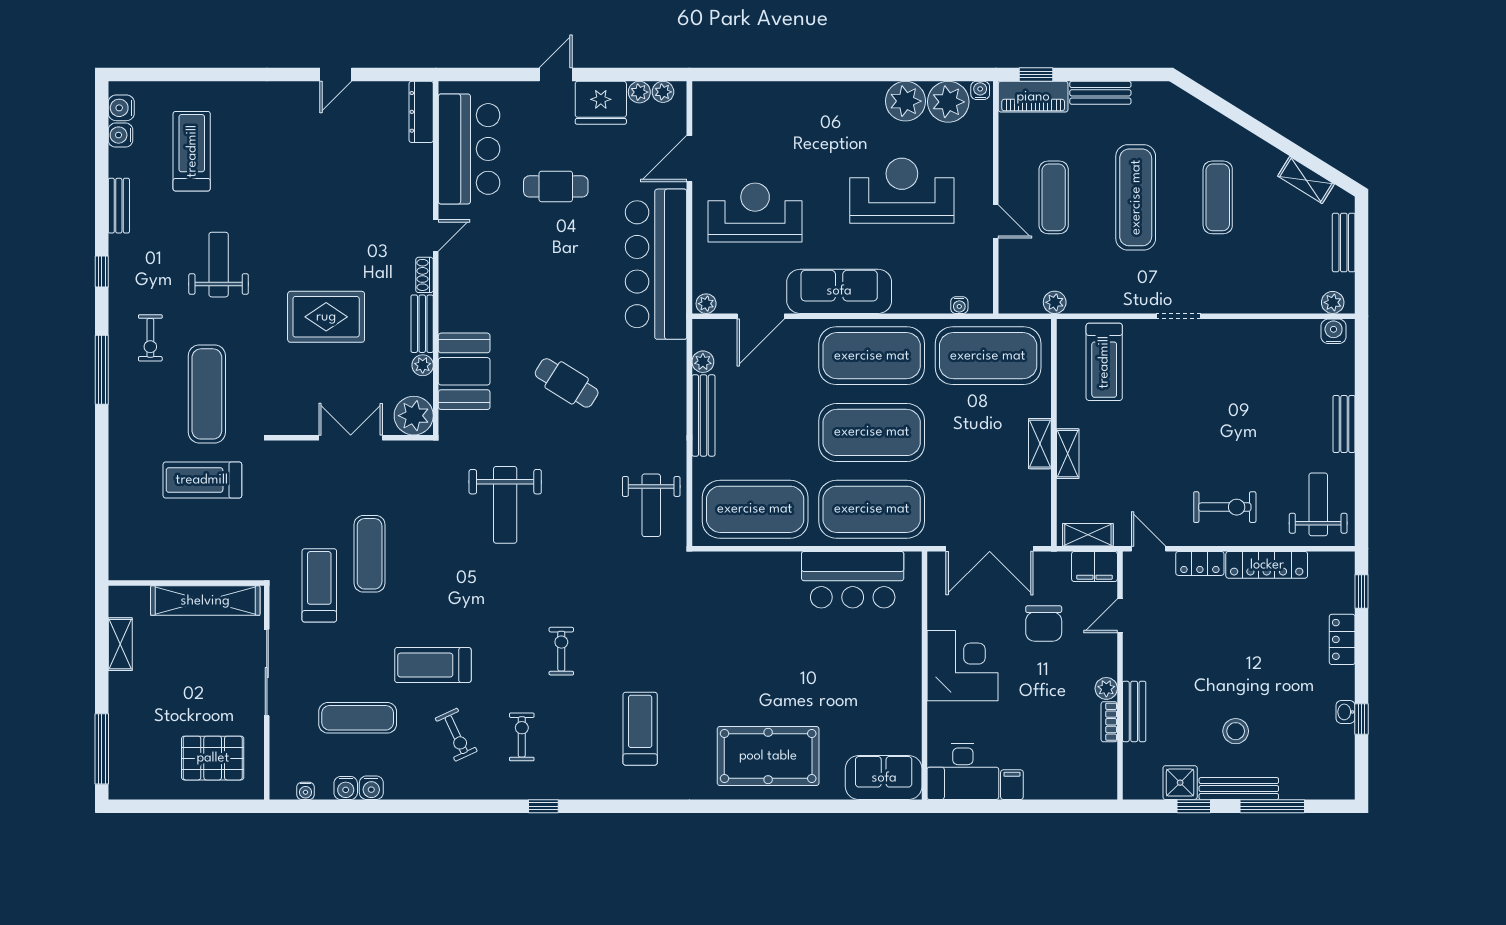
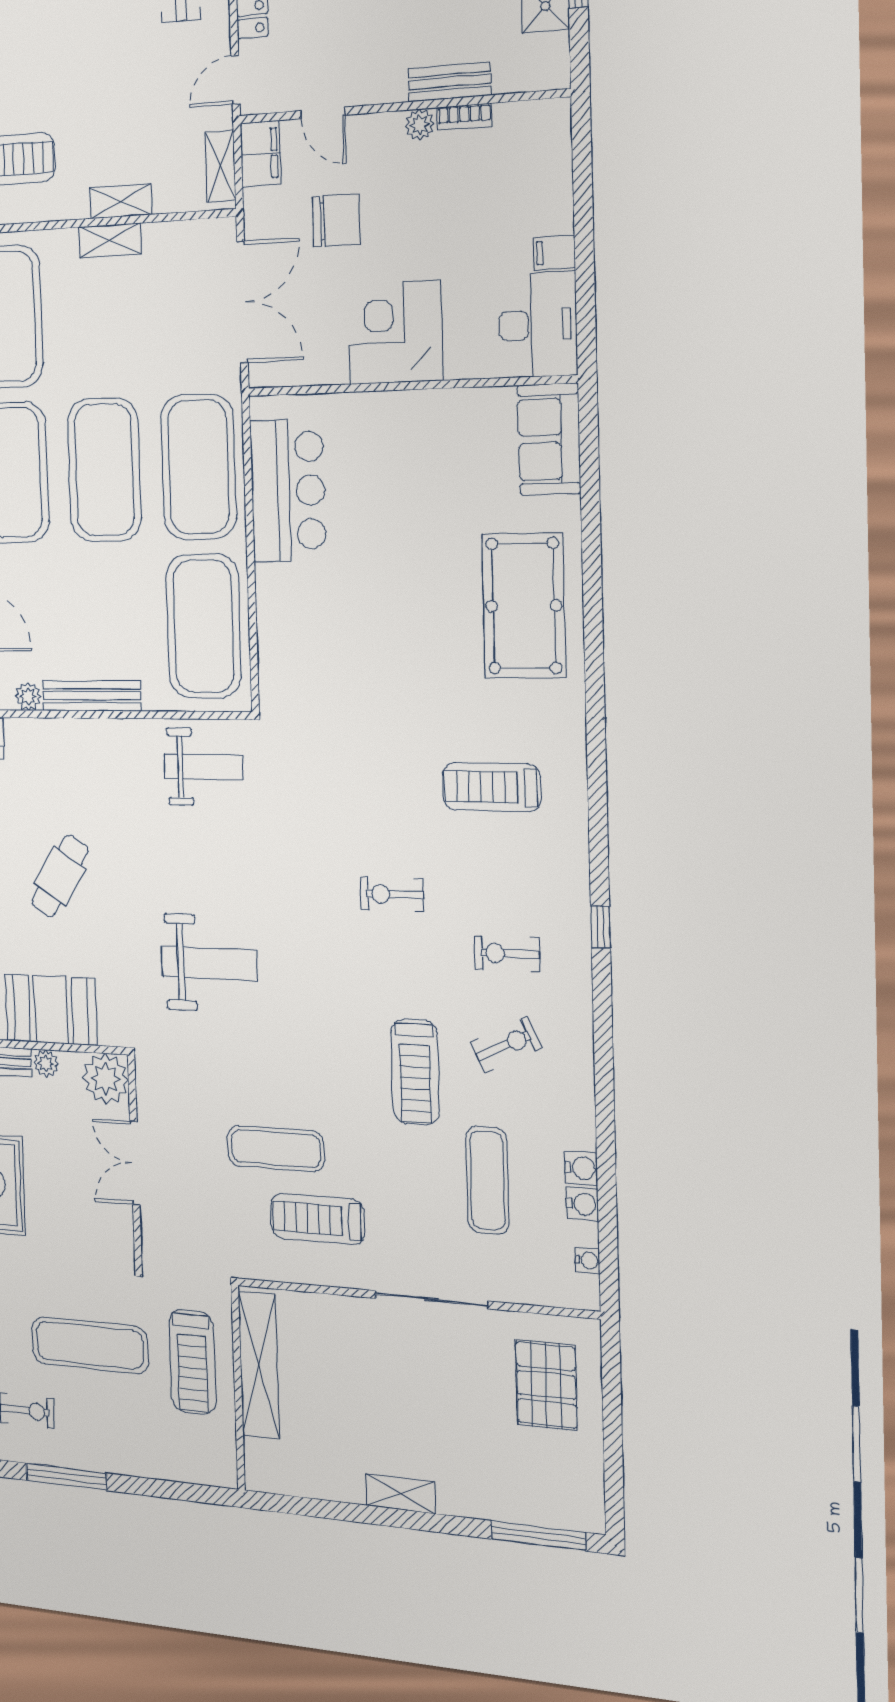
wall: (186, 583) -> (238, 1388), moved
shelving: (205, 601) -> (259, 1365), moved

